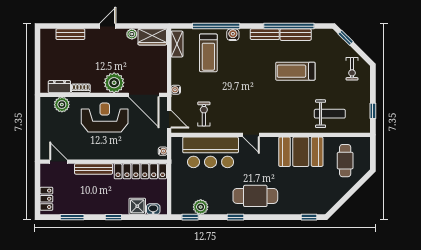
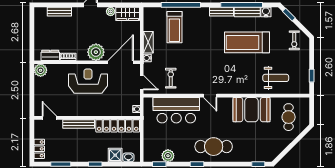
water cooler: (233, 35) -> (266, 12), moved
shelving: (177, 44) -> (148, 42), moved
treadmill: (295, 71) -> (247, 42), width x1.37, depth x1.38
door: (144, 95) -> (121, 62), swing flipped
plant: (62, 105) -> (41, 70), moved

